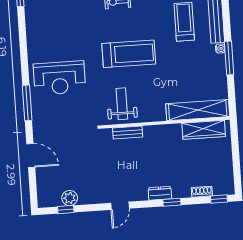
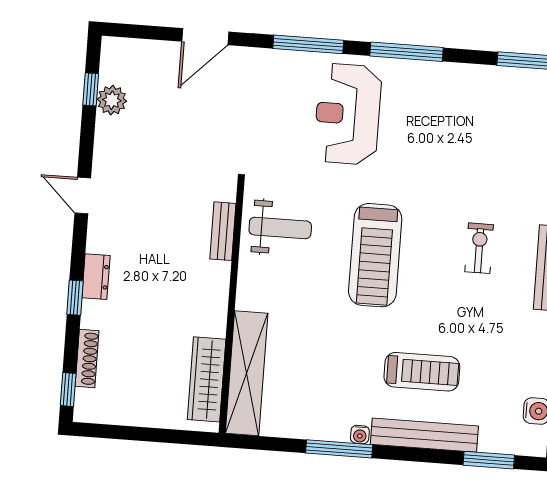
window: (24, 53) -> (406, 52), added
shoe rack: (202, 192) -> (87, 359), width x1.43

